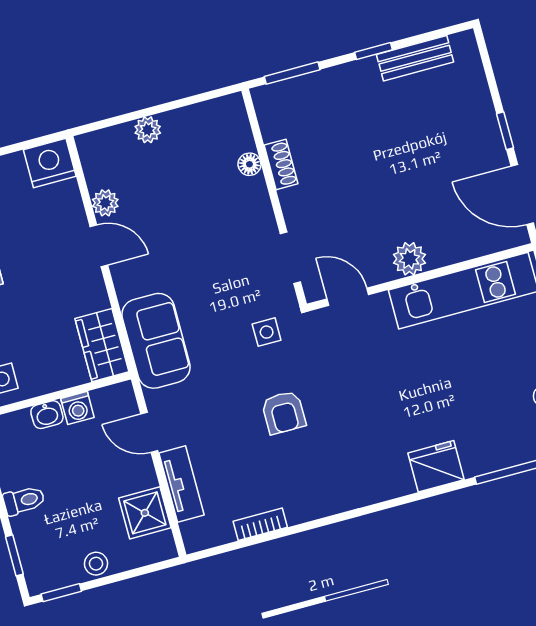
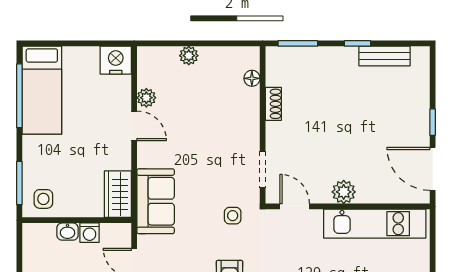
floor lamp: (249, 164) -> (252, 78), moved

